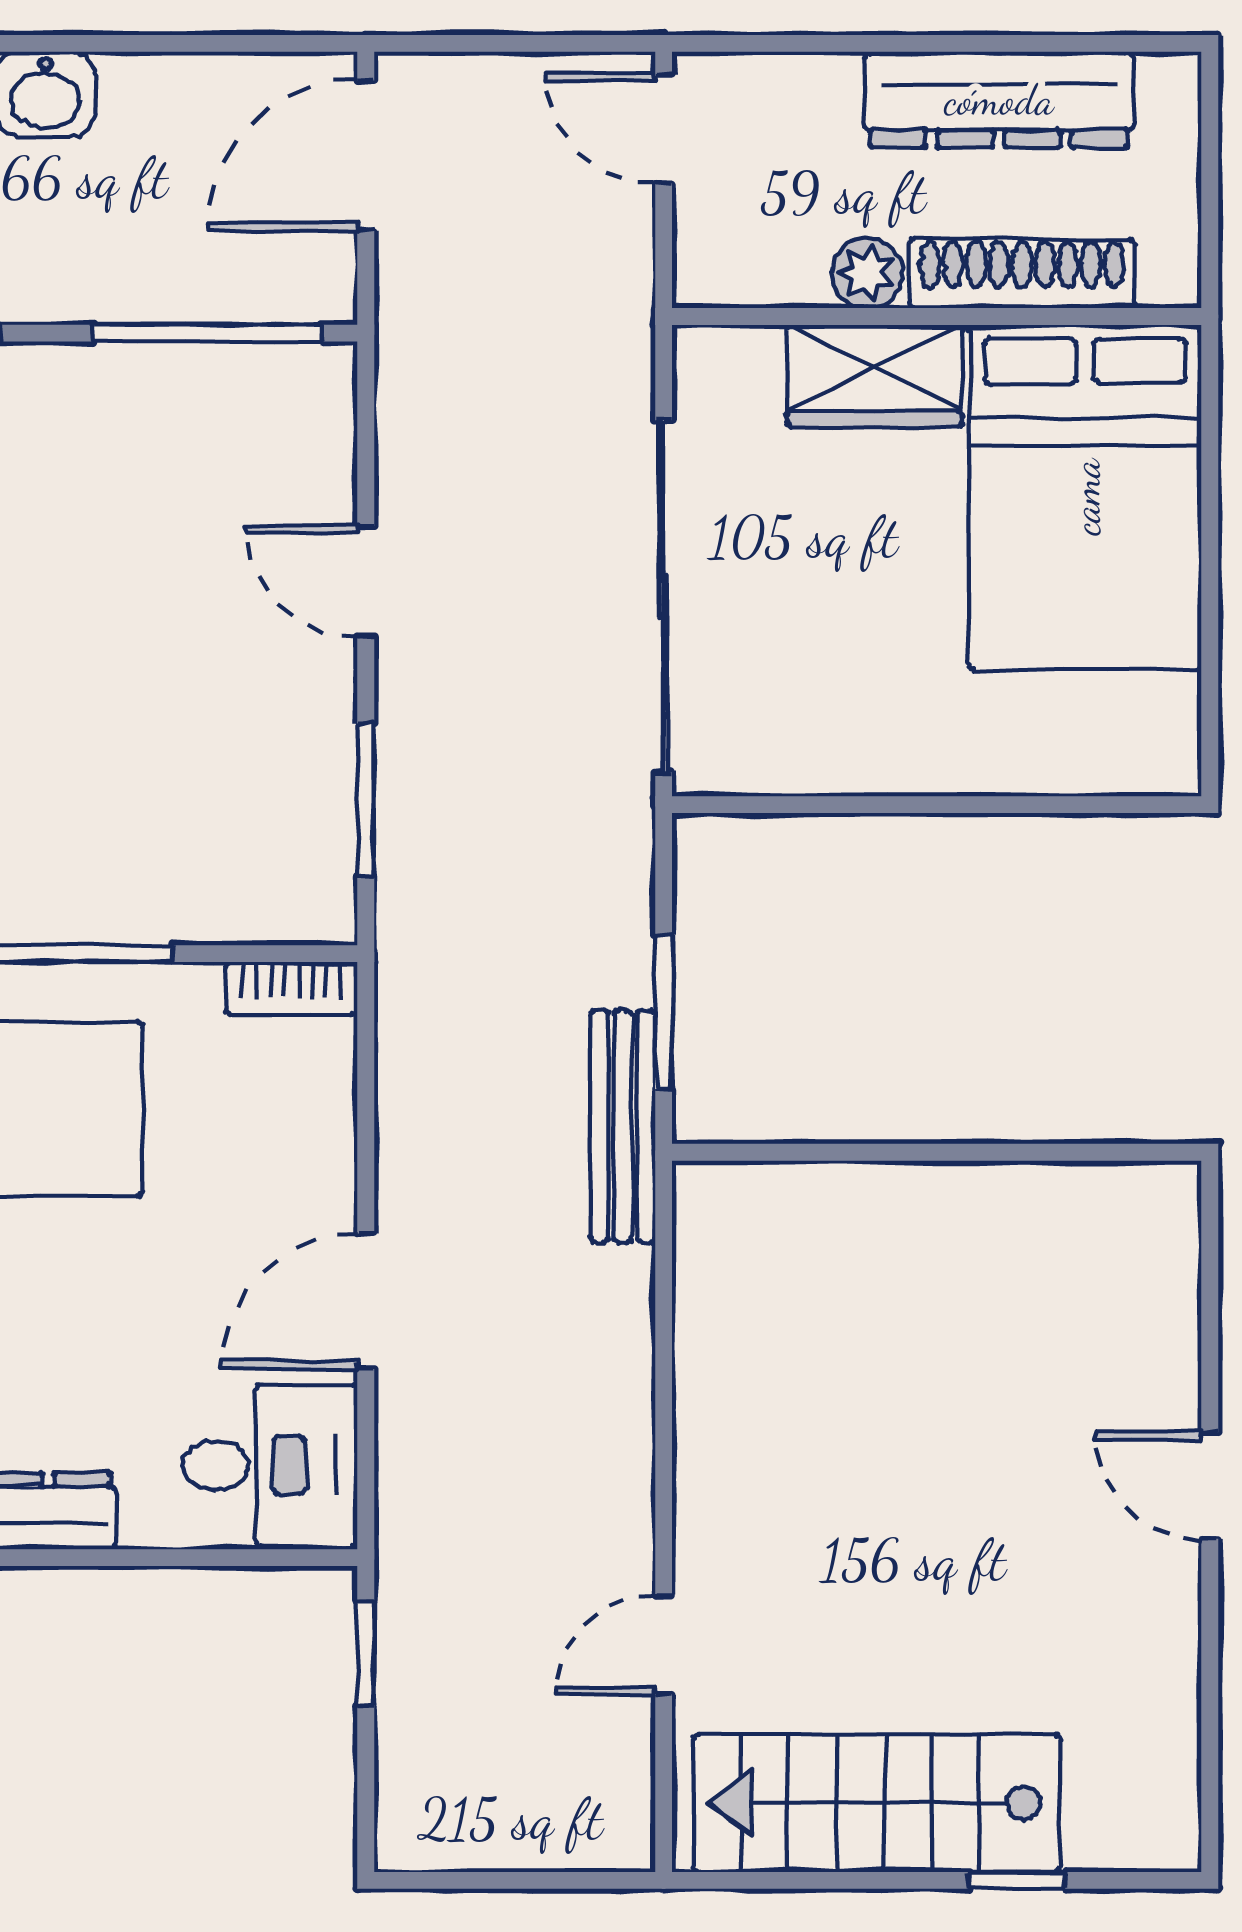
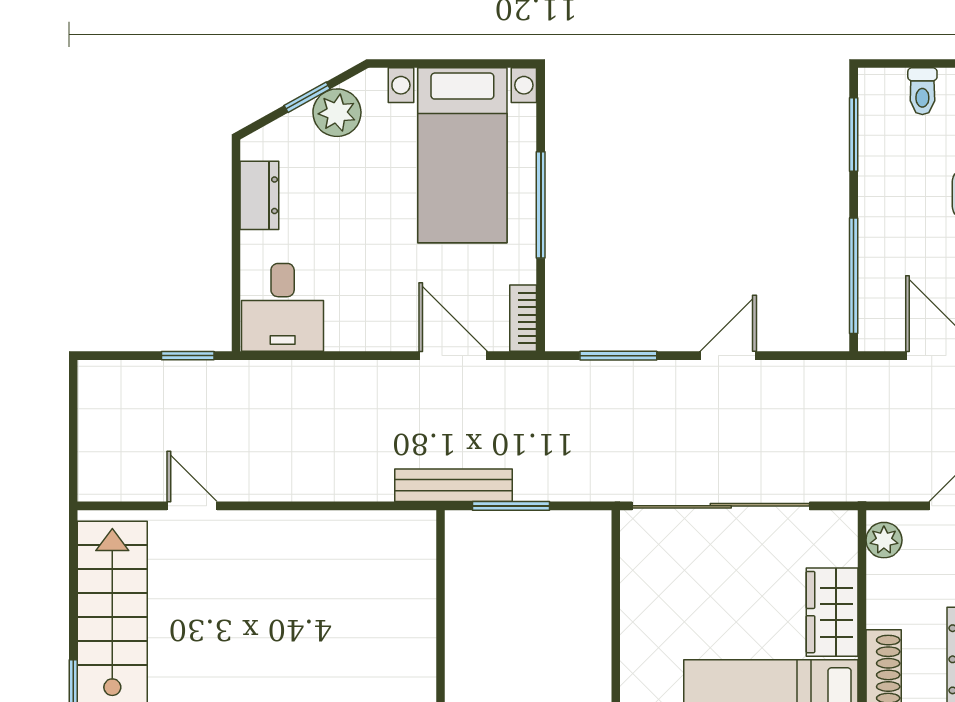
plant: (867, 273) -> (884, 540), moved
door: (366, 1301) -> (453, 356), moved

